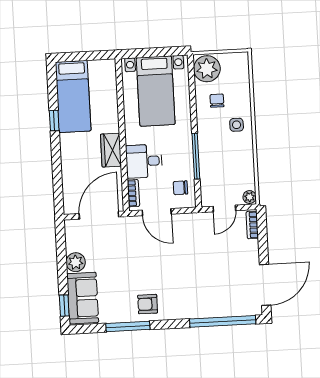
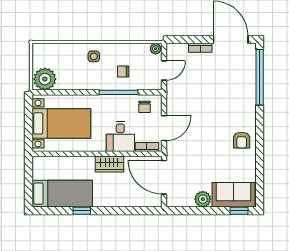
chair: (217, 101) -> (123, 71), moved
door: (224, 208) -> (164, 71), hinge flipped
bookcase: (252, 225) -> (200, 48), moved
window: (128, 326) -> (260, 158), removed

